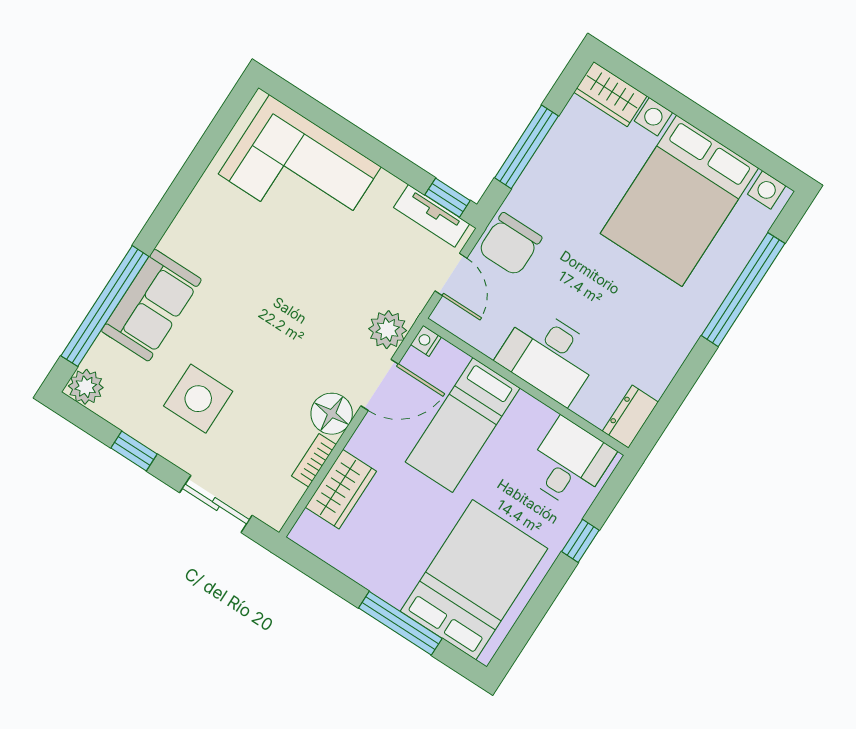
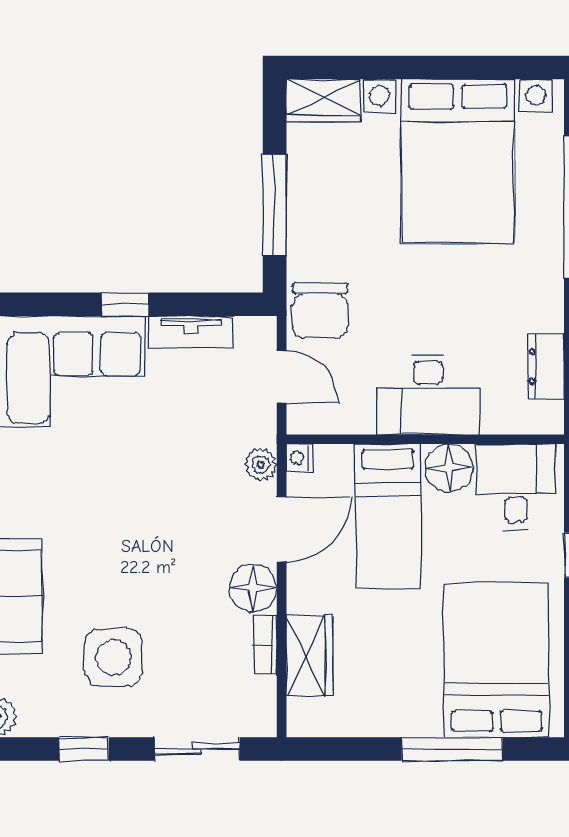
window: (448, 198) -> (125, 304), moved
tv unit: (432, 216) -> (191, 332), moved
plant: (388, 330) -> (261, 465), width x0.73, depth x0.73
dresser: (630, 417) -> (546, 367), moved
floor lamp: (530, 419) -> (449, 468), added

